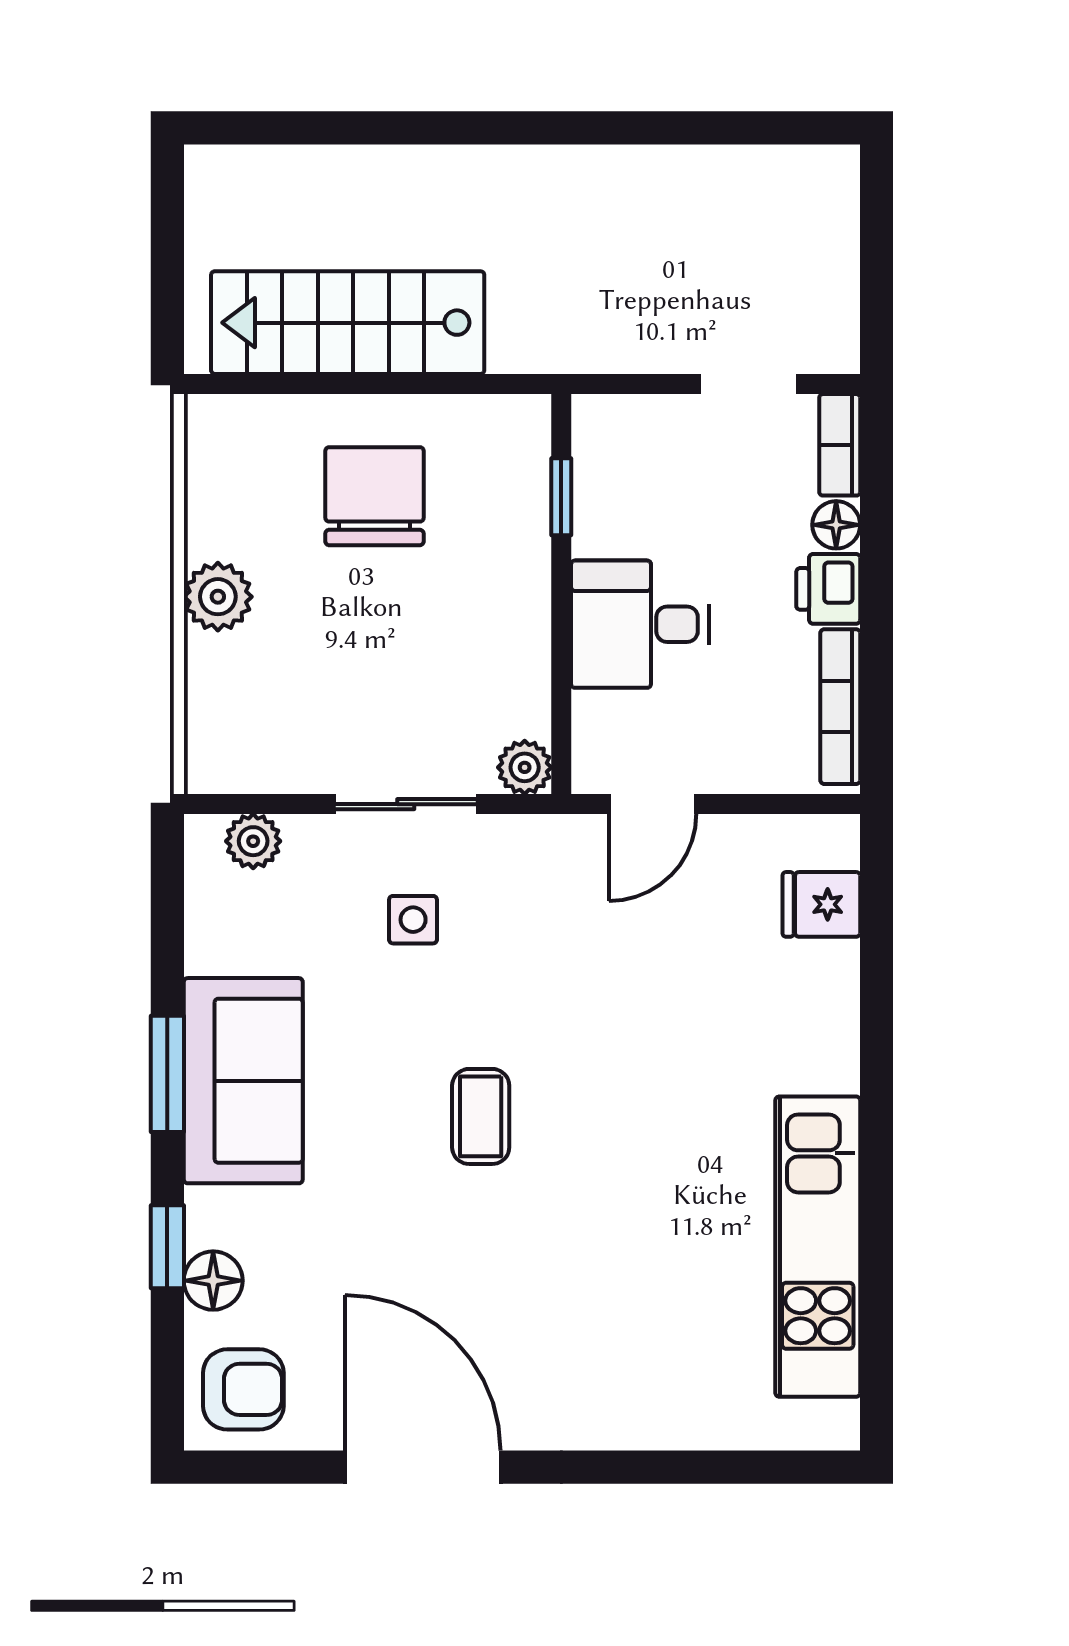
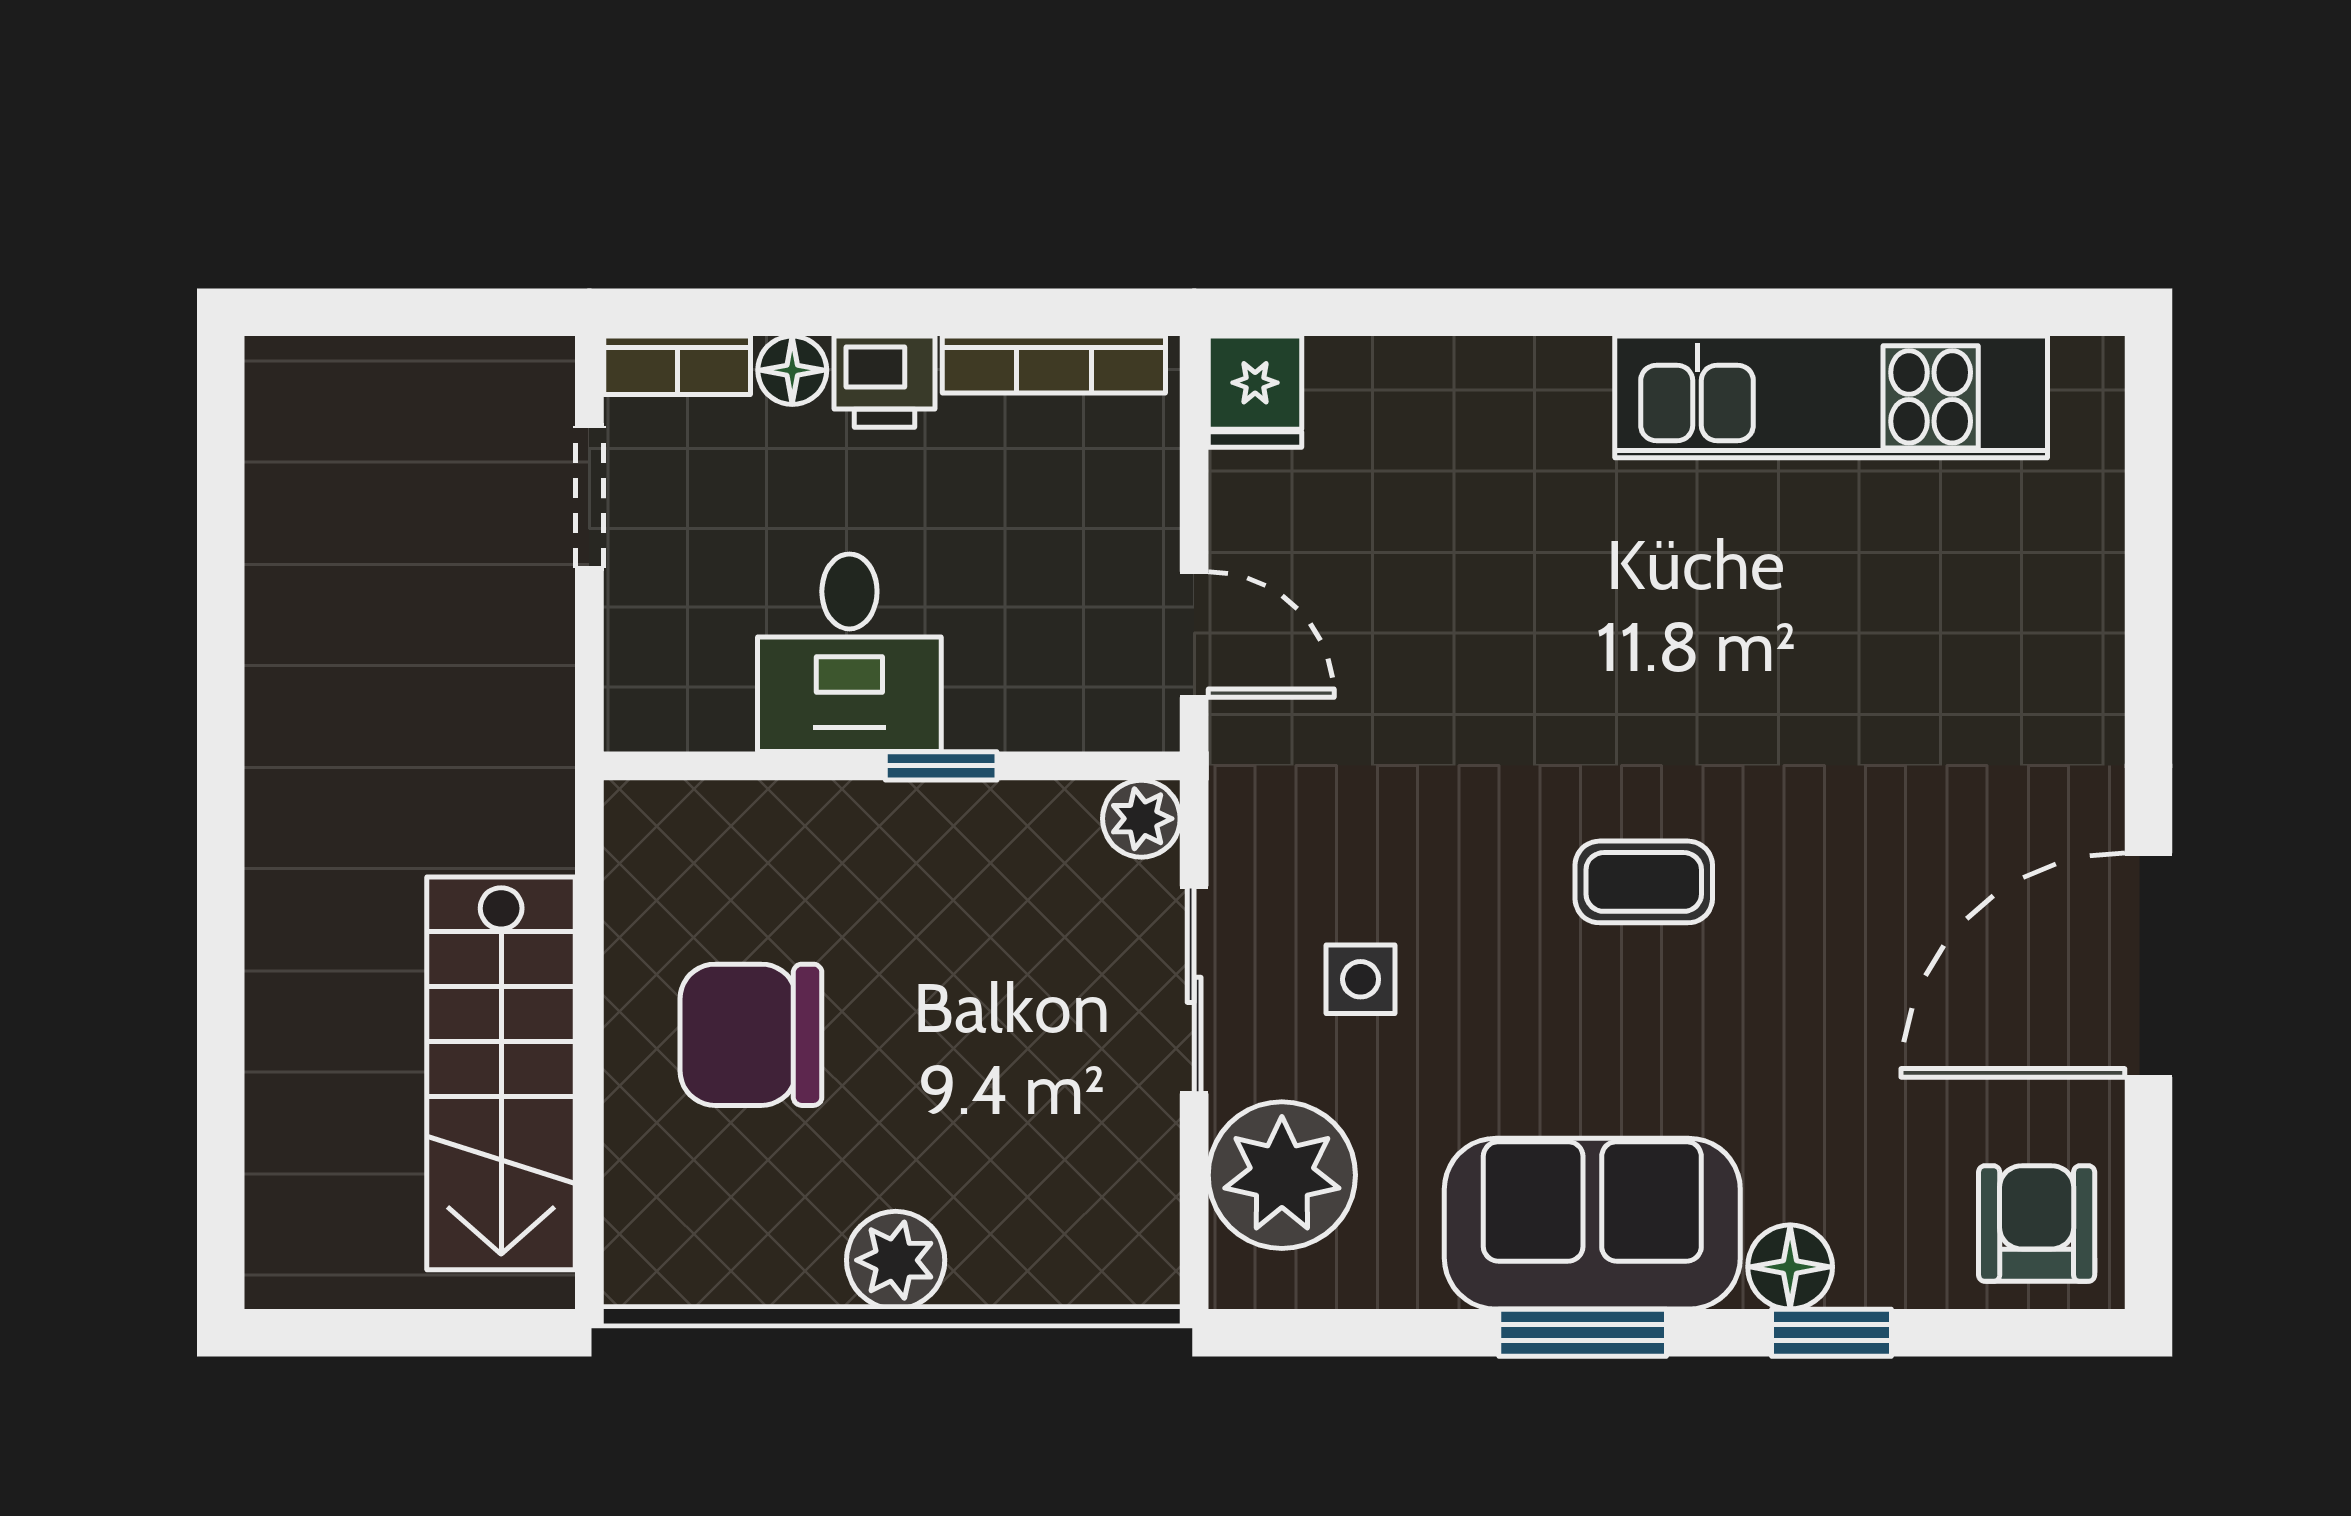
window: (561, 497) -> (941, 766), moved
desk: (640, 624) -> (849, 653), moved
plant: (253, 841) -> (1282, 1175), width x1.88, depth x1.88
fridge: (821, 904) -> (1255, 392), moved
floor lamp: (213, 1281) -> (1790, 1267), moved

